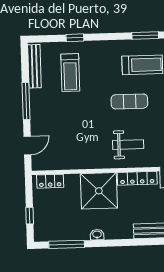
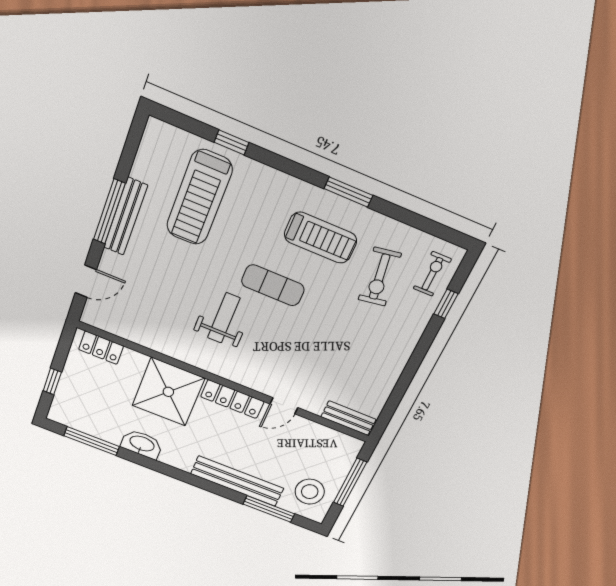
bench: (34, 66) -> (125, 217), moved
treadmill: (70, 73) -> (199, 198), width x1.37, depth x1.38
weight bench: (128, 145) -> (224, 318), moved, turned -90
washbasin: (97, 235) -> (142, 444), width x1.91, depth x1.45

